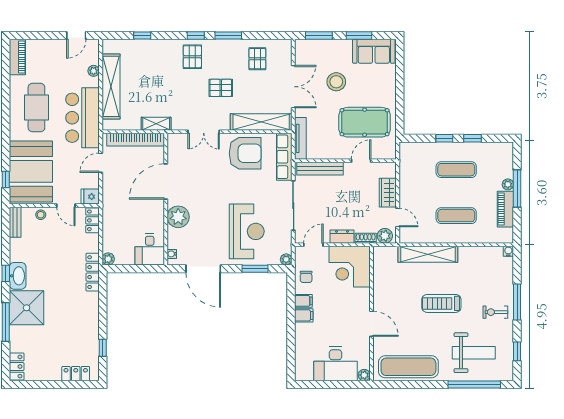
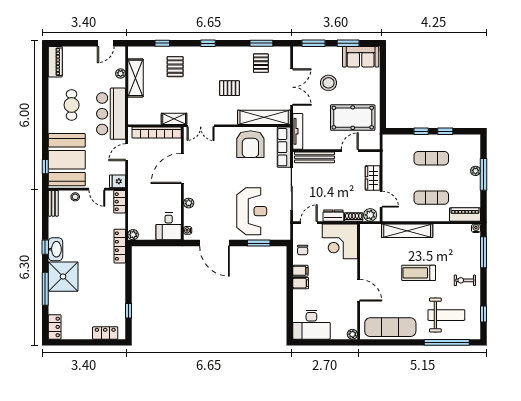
window: (228, 35) -> (261, 43), moved
pallet: (192, 57) -> (175, 67), moved
shelving: (111, 86) -> (135, 78), width x0.68
cafe table: (36, 108) -> (72, 105), width x0.73, depth x0.74
double door: (204, 132) -> (201, 126), moved
armchair: (245, 153) -> (250, 144), turned 90
piano: (505, 209) -> (465, 214), moved, turned 90
plant: (178, 217) -> (189, 203), width x0.53, depth x0.53
plant: (286, 259) -> (286, 235), removed
window: (517, 302) -> (483, 252), moved
desk: (335, 364) -> (311, 325), moved

